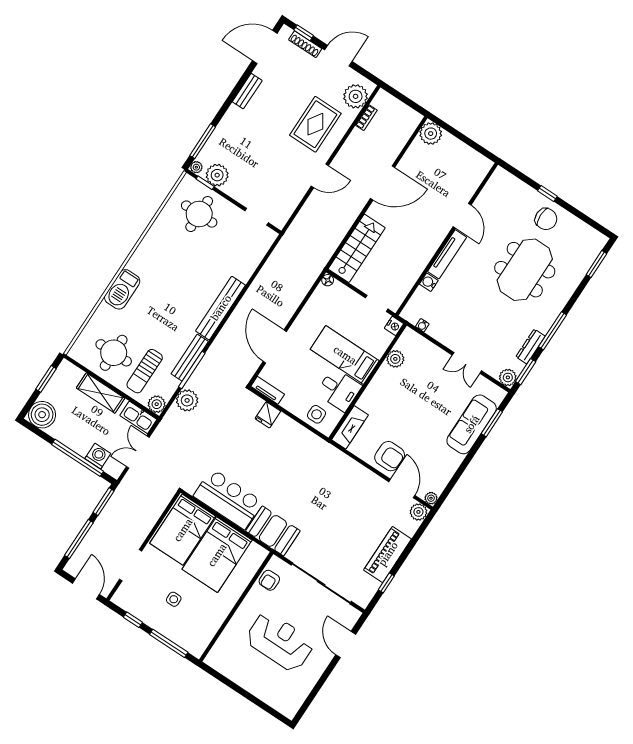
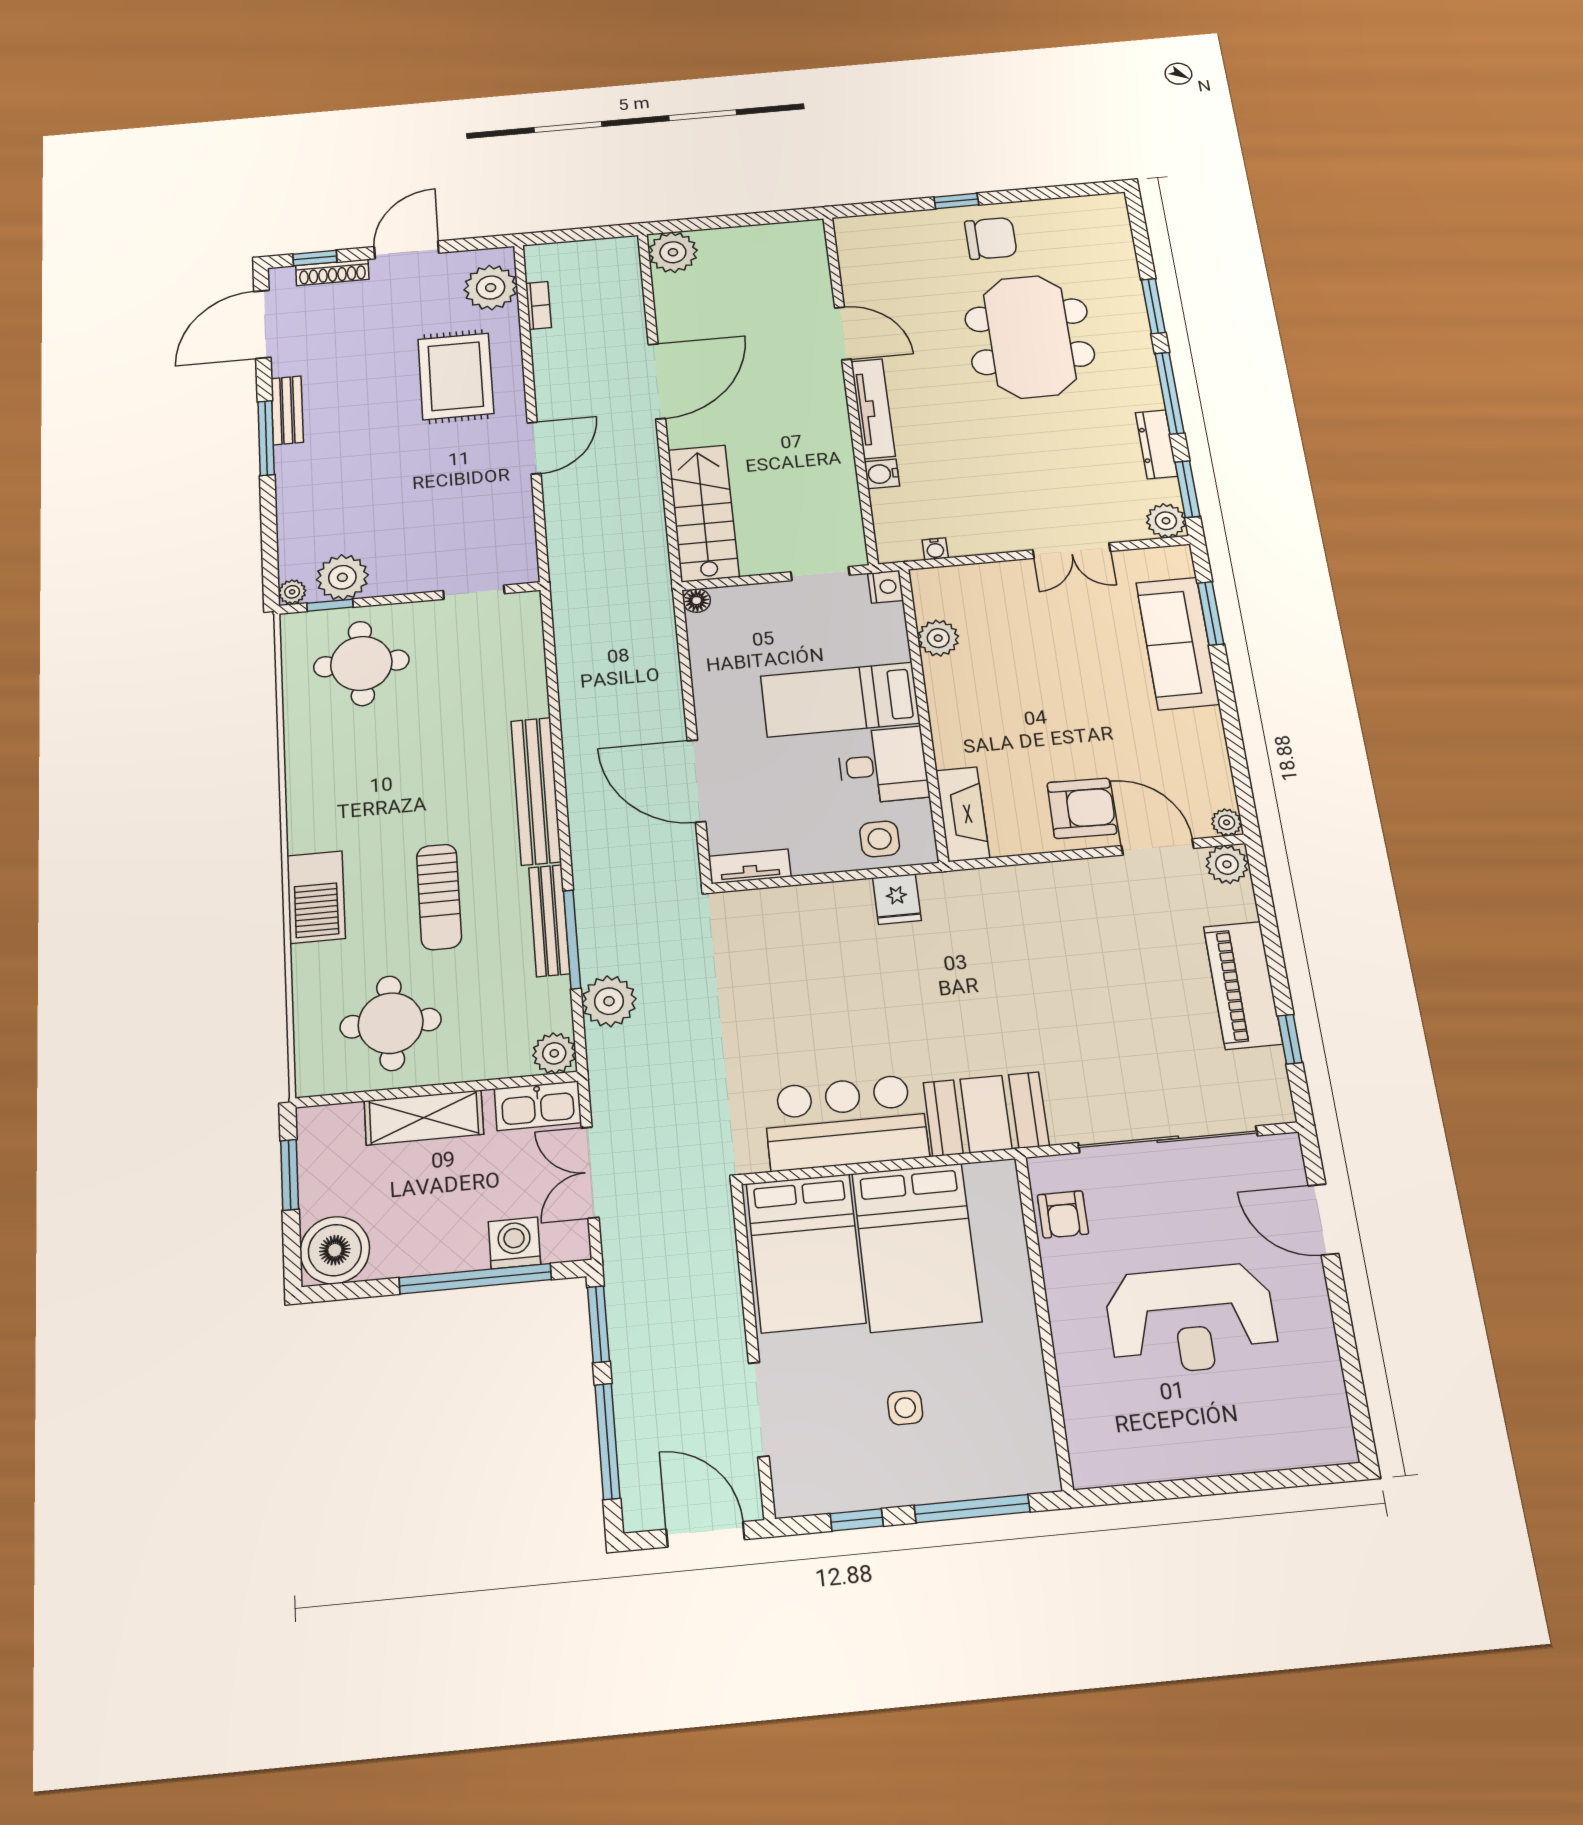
window: (203, 141) -> (266, 438), moved
window: (596, 264) -> (1153, 306), moved
sun lounger: (145, 371) -> (439, 897), moved
fridge: (268, 415) -> (897, 899), moved
reception desk: (280, 642) -> (1191, 1319), turned 180

